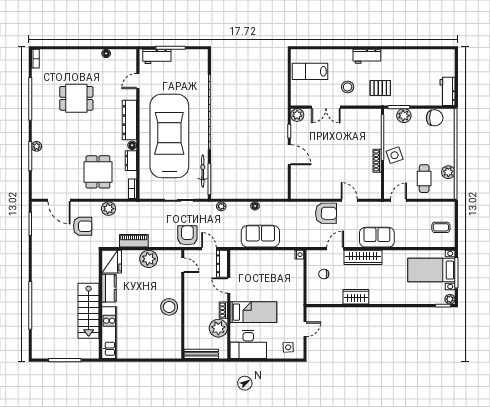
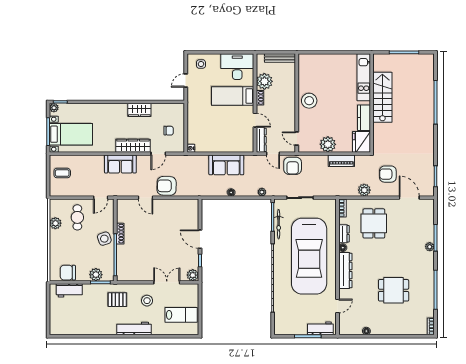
workbench: (367, 56) -> (134, 329), width x1.38
workbench: (448, 91) -> (69, 290), moved, turned 90

